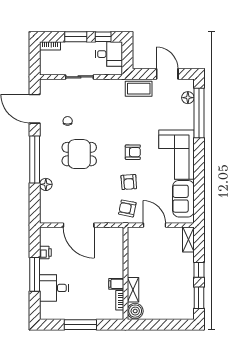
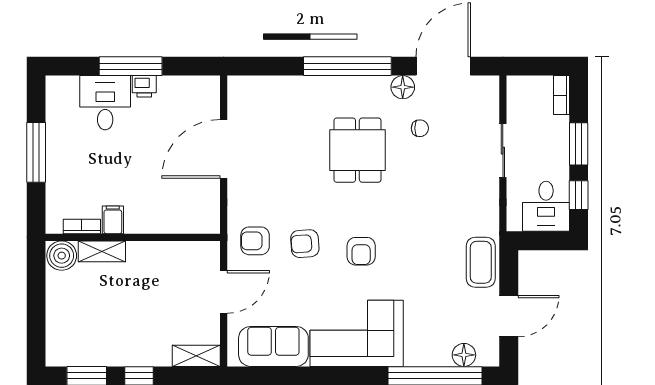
floor lamp: (46, 184) -> (403, 87), moved
armchair: (127, 208) -> (255, 241), turned -101
printer: (45, 253) -> (144, 86), moved

